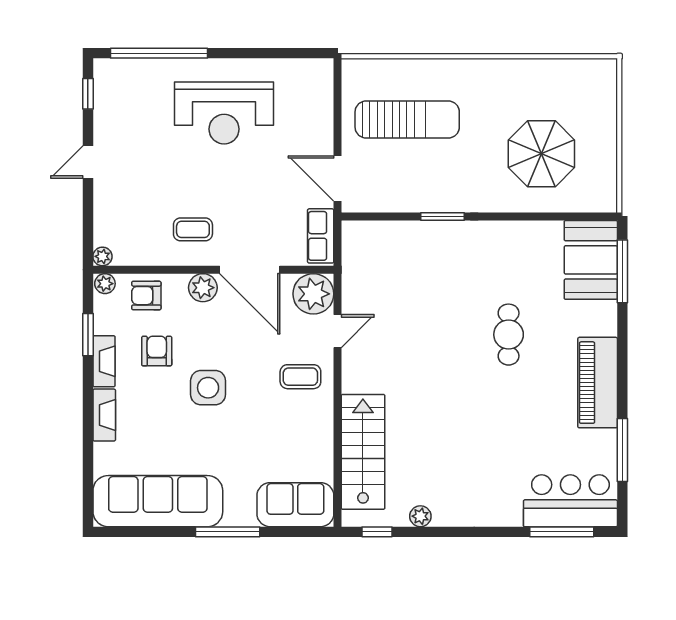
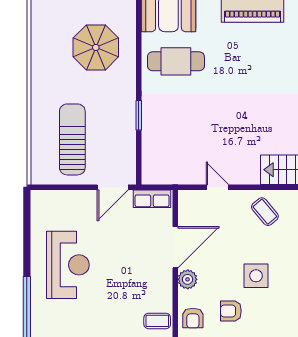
coffee table: (193, 229) -> (157, 321), moved, turned 90
plant: (313, 294) -> (192, 204), removed
cafe table: (509, 335) -> (176, 61), moved, width x1.37, depth x1.35
coffee table: (300, 377) -> (265, 212), moved, turned -40

